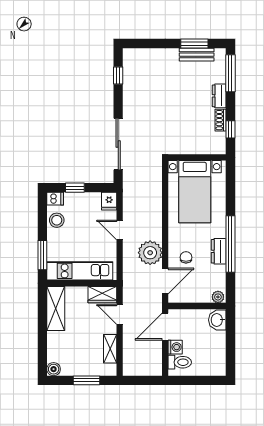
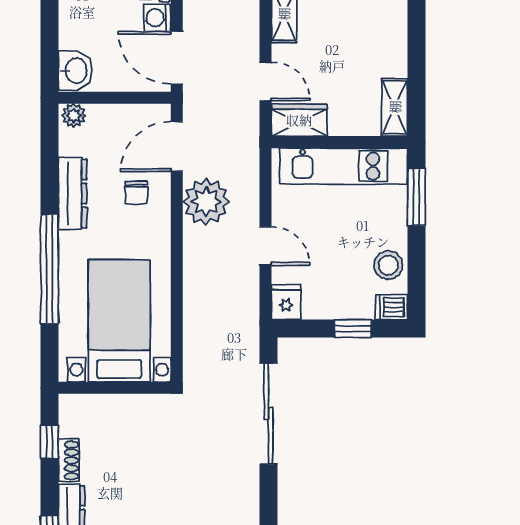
window: (230, 244) -> (49, 269), moved
dresser: (219, 251) -> (73, 193), width x1.44
shelving: (56, 308) -> (395, 107), width x0.67, depth x0.75
door: (165, 327) -> (177, 58), swing flipped

